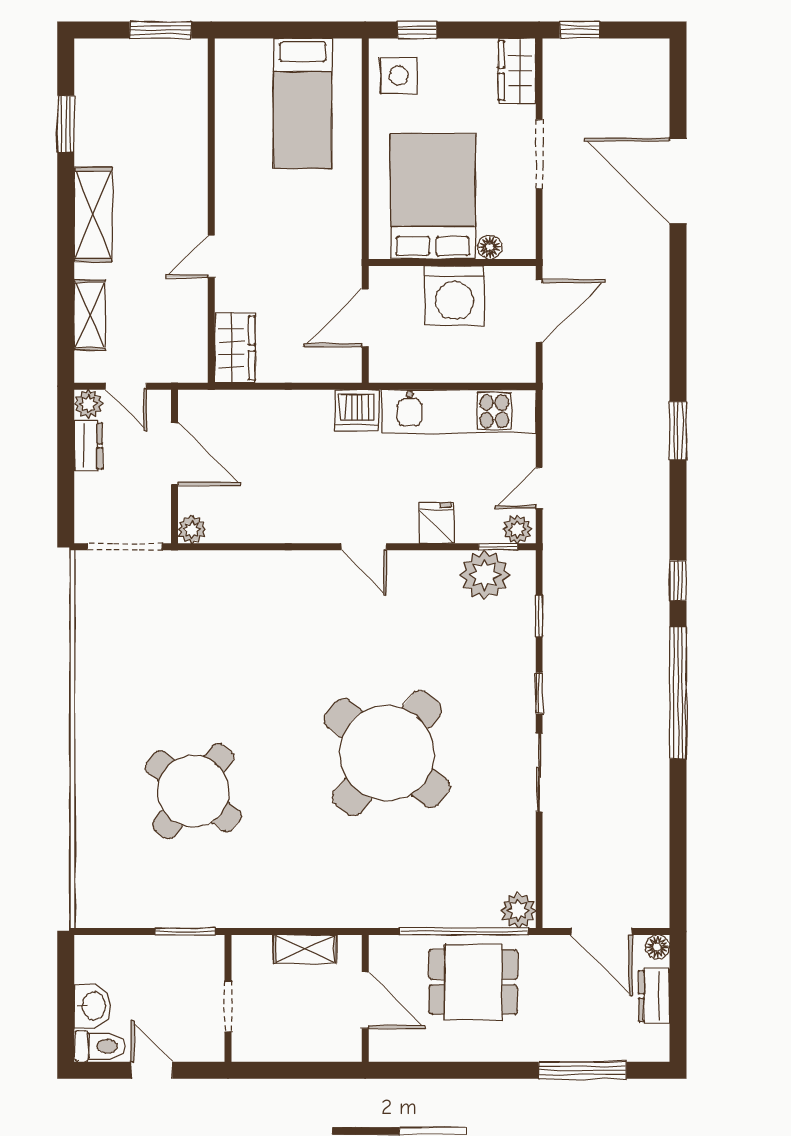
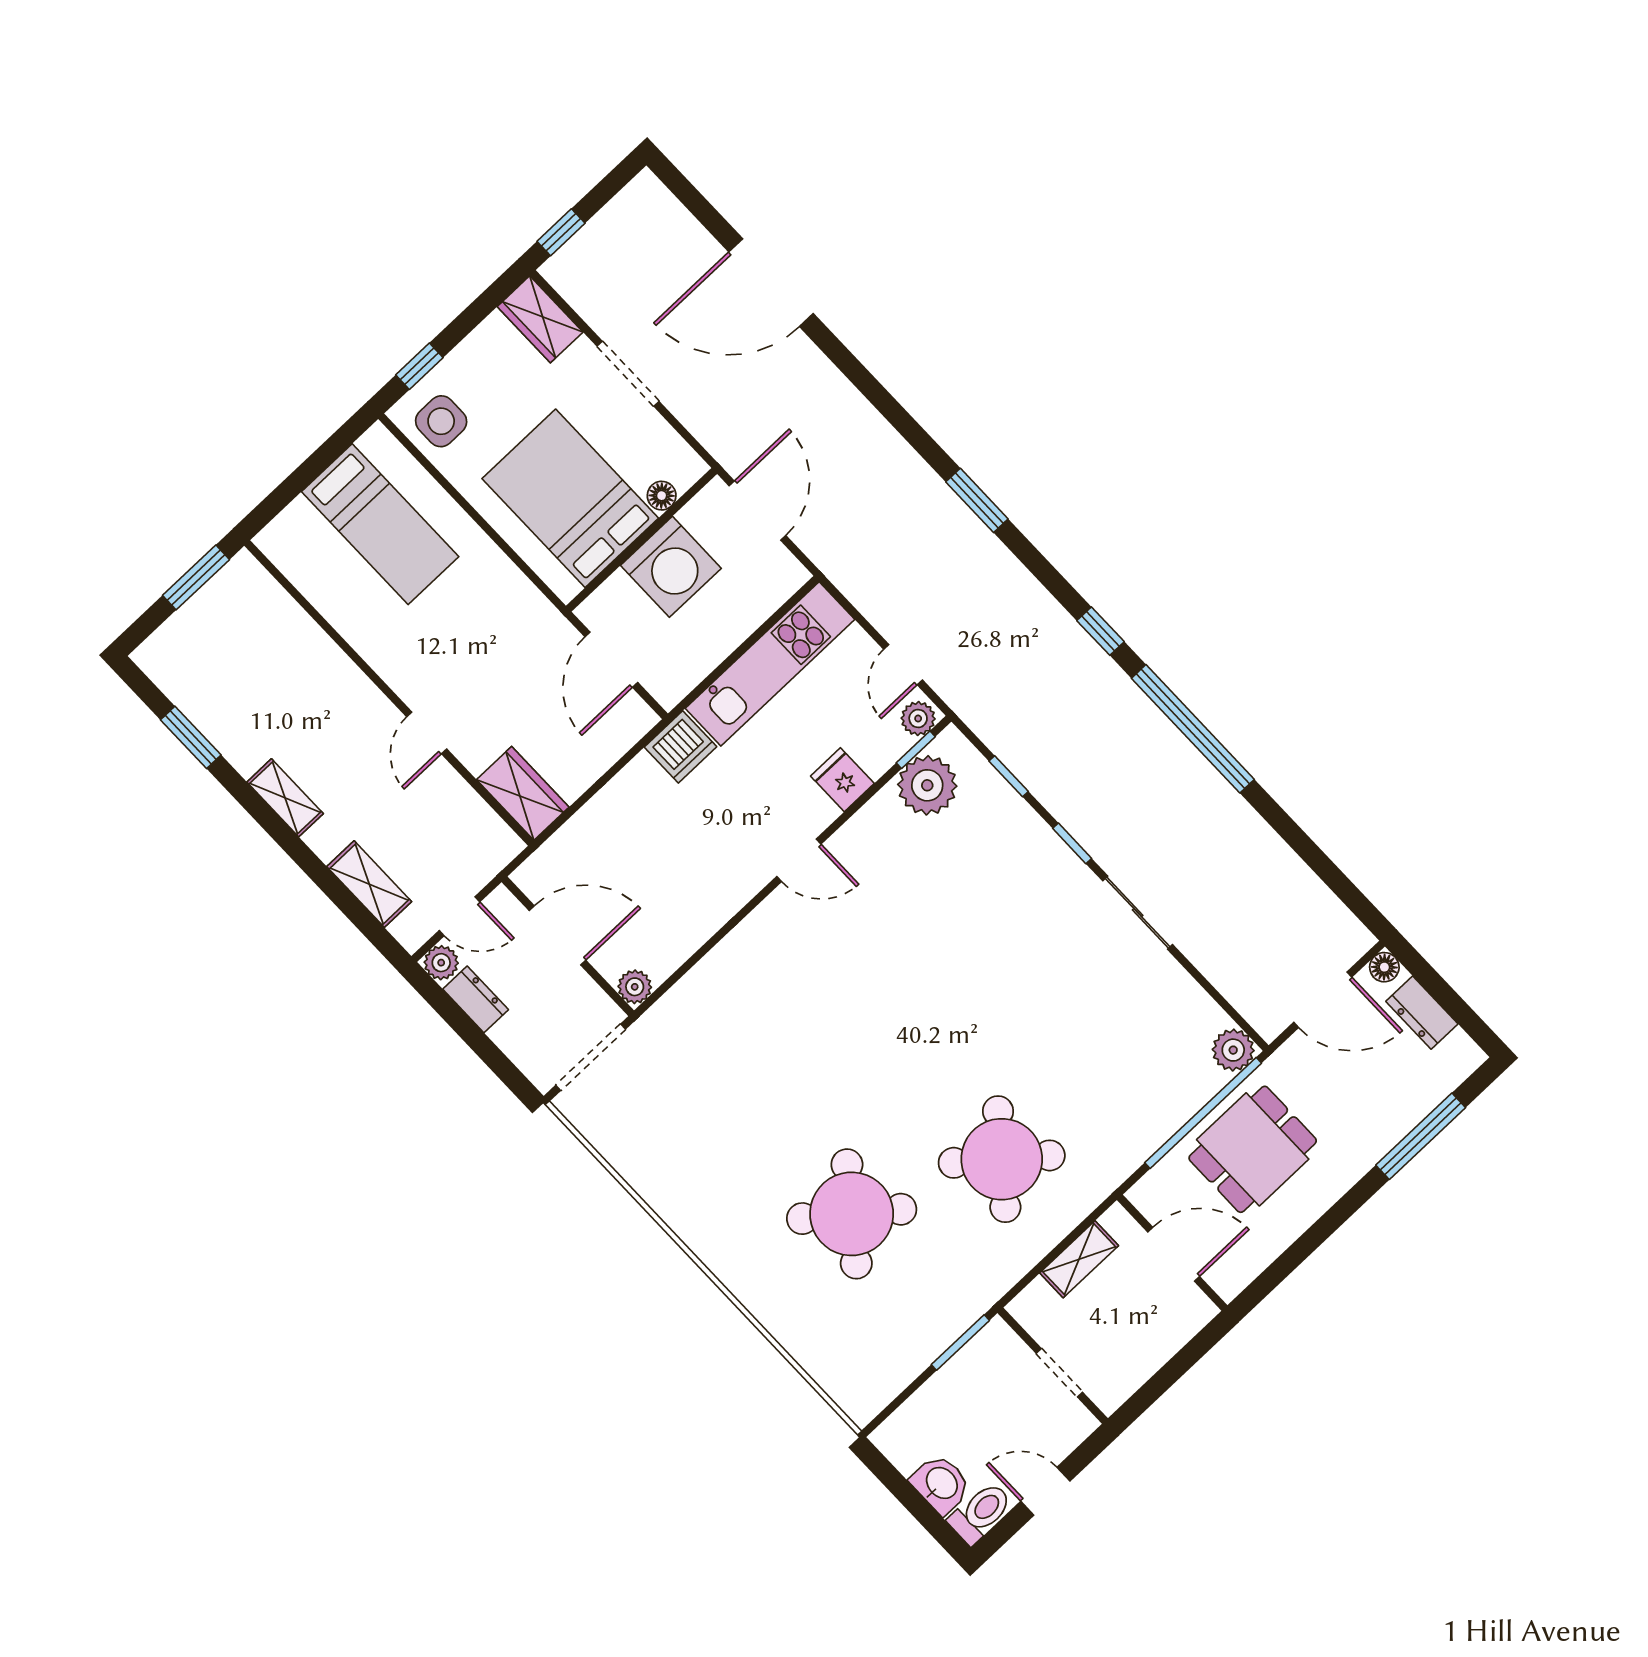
shelving: (93, 215) -> (285, 798), width x0.67, depth x0.75
round table: (387, 753) -> (1002, 1159), moved, width x0.73, depth x0.73

